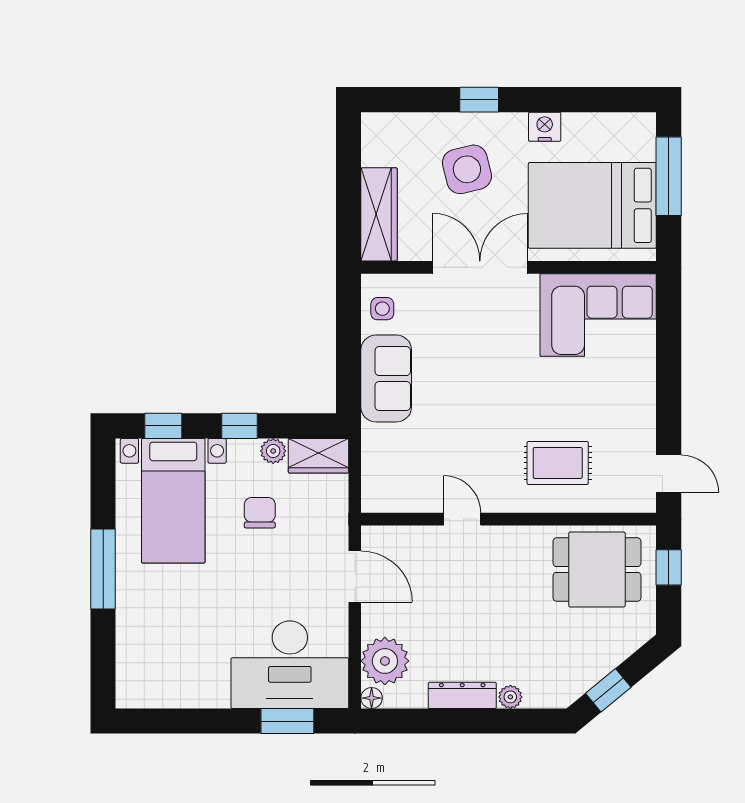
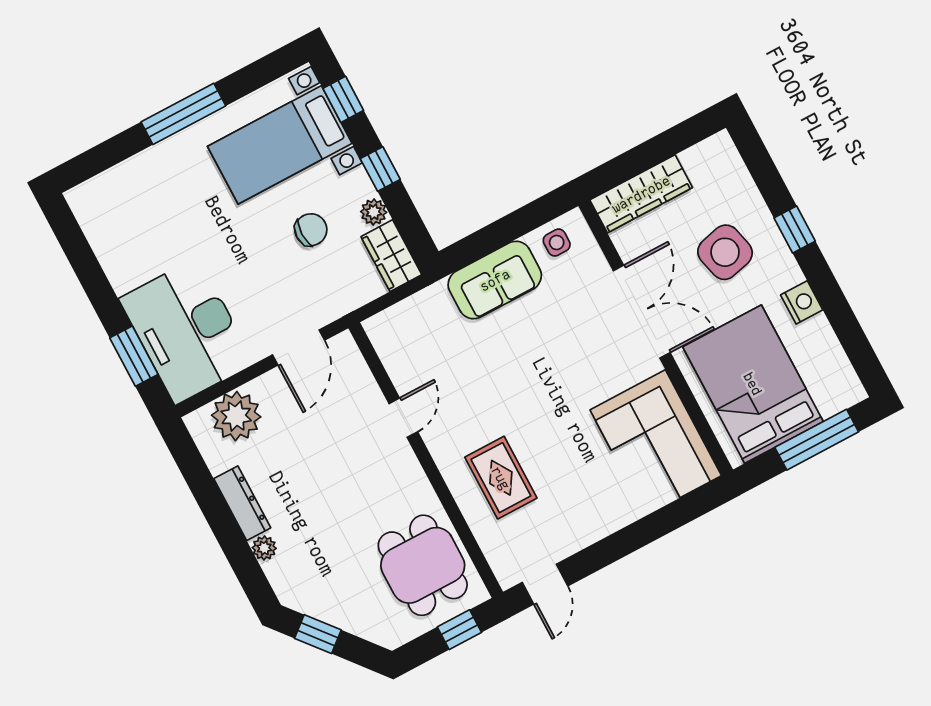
floor lamp: (372, 698) -> (196, 422), removed

